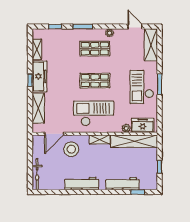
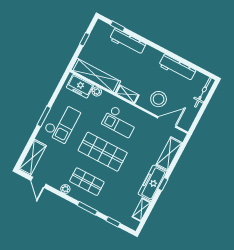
shop shelf: (95, 81) -> (103, 152), width x1.43, depth x1.36
checkout: (94, 113) -> (120, 122), width x0.73, depth x0.83
workbench: (82, 184) -> (177, 68), moved

